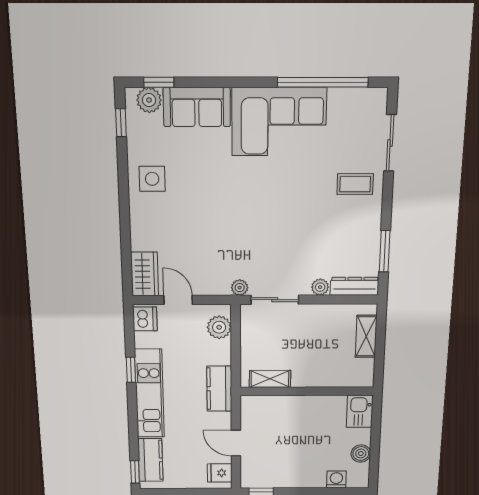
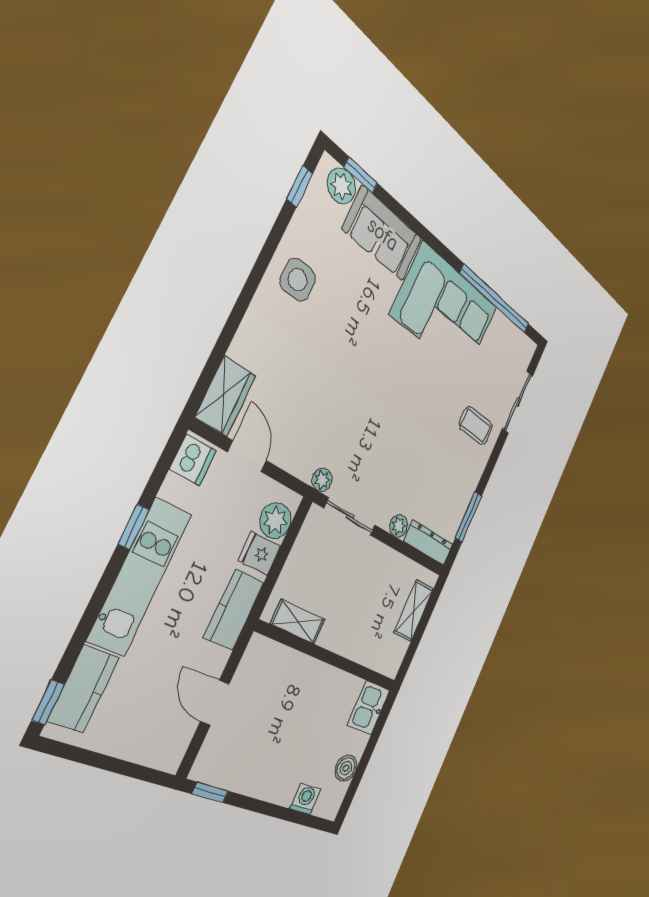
fridge: (220, 473) -> (259, 553), moved

